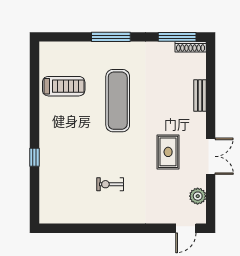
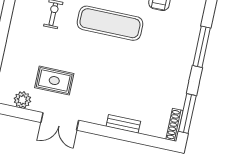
exercise mat: (118, 101) -> (110, 23), moved
rug: (168, 152) -> (54, 81), moved

